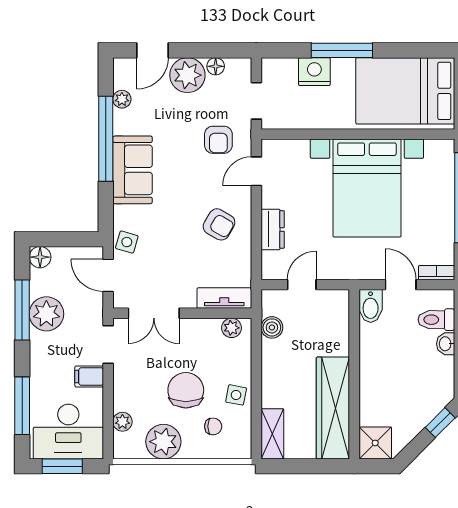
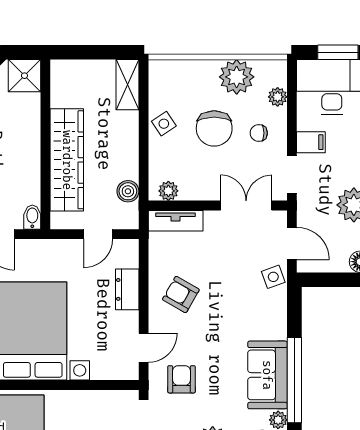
sofa: (133, 170) -> (267, 375), moved
side table: (127, 242) -> (273, 277), turned -36
bidet: (371, 306) -> (32, 217), width x0.72, depth x0.74
side table: (236, 395) -> (164, 124), turned 45
wardrobe: (333, 408) -> (67, 160), moved
chair: (213, 426) -> (259, 133), moved

